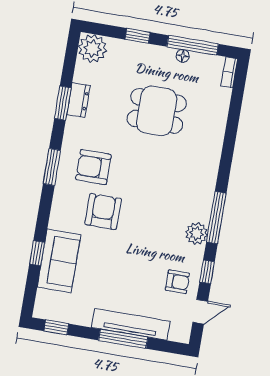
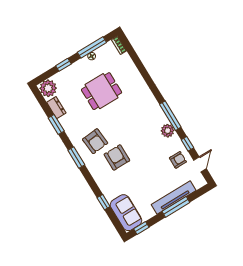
dresser: (78, 100) -> (56, 108), moved
armchair: (93, 167) -> (95, 141), turned -95
sofa: (59, 261) -> (126, 213), moved

